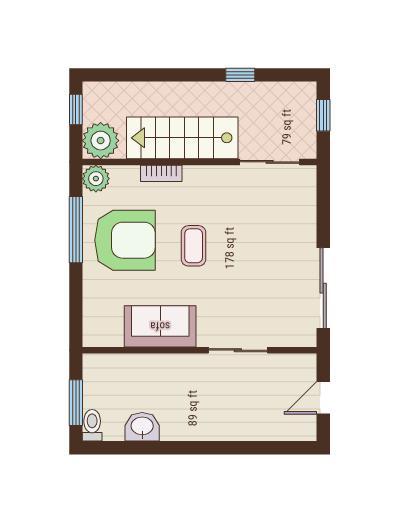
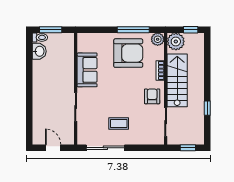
armchair: (216, 190) -> (152, 96), added
armchair: (125, 240) -> (128, 53), turned -90
coffee table: (194, 246) -> (119, 124), moved
washbasin: (142, 427) -> (39, 51), moved

